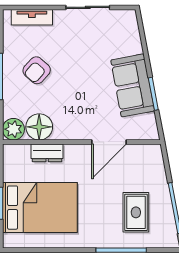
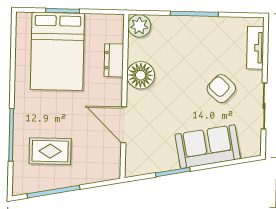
armchair: (37, 70) -> (221, 89), moved
sofa: (133, 85) -> (208, 147), moved
floor lamp: (39, 127) -> (141, 75), moved

